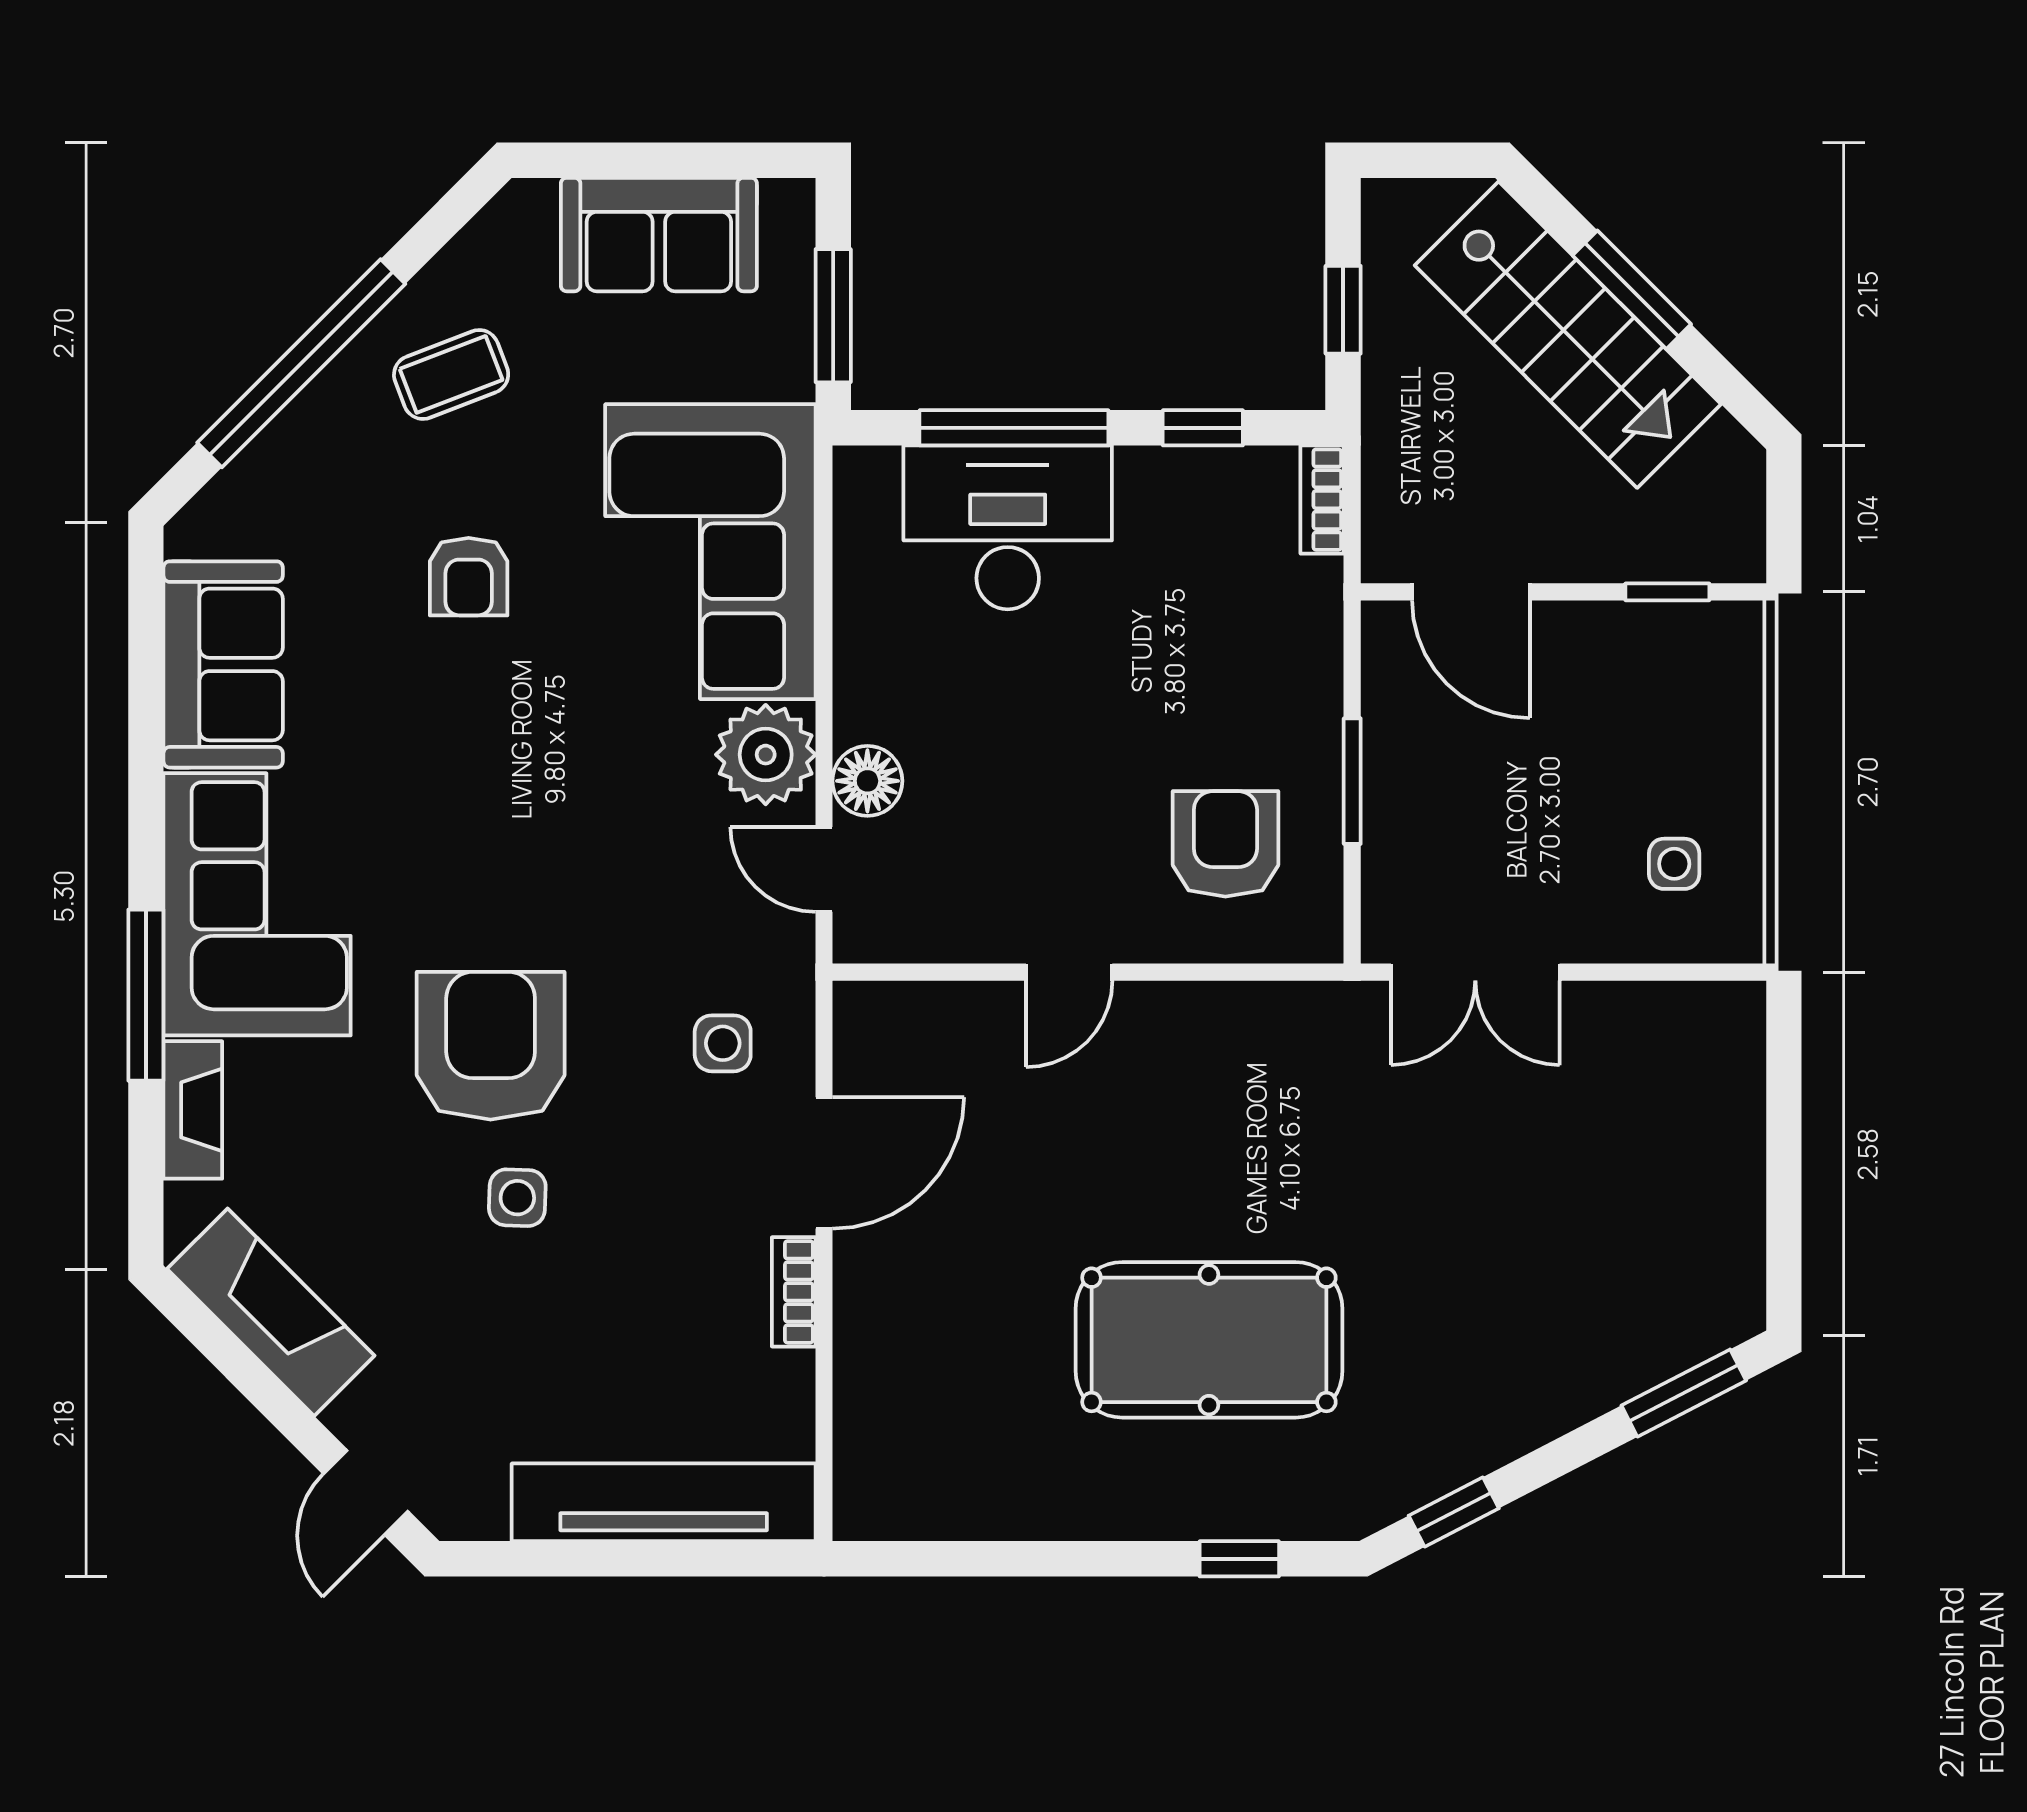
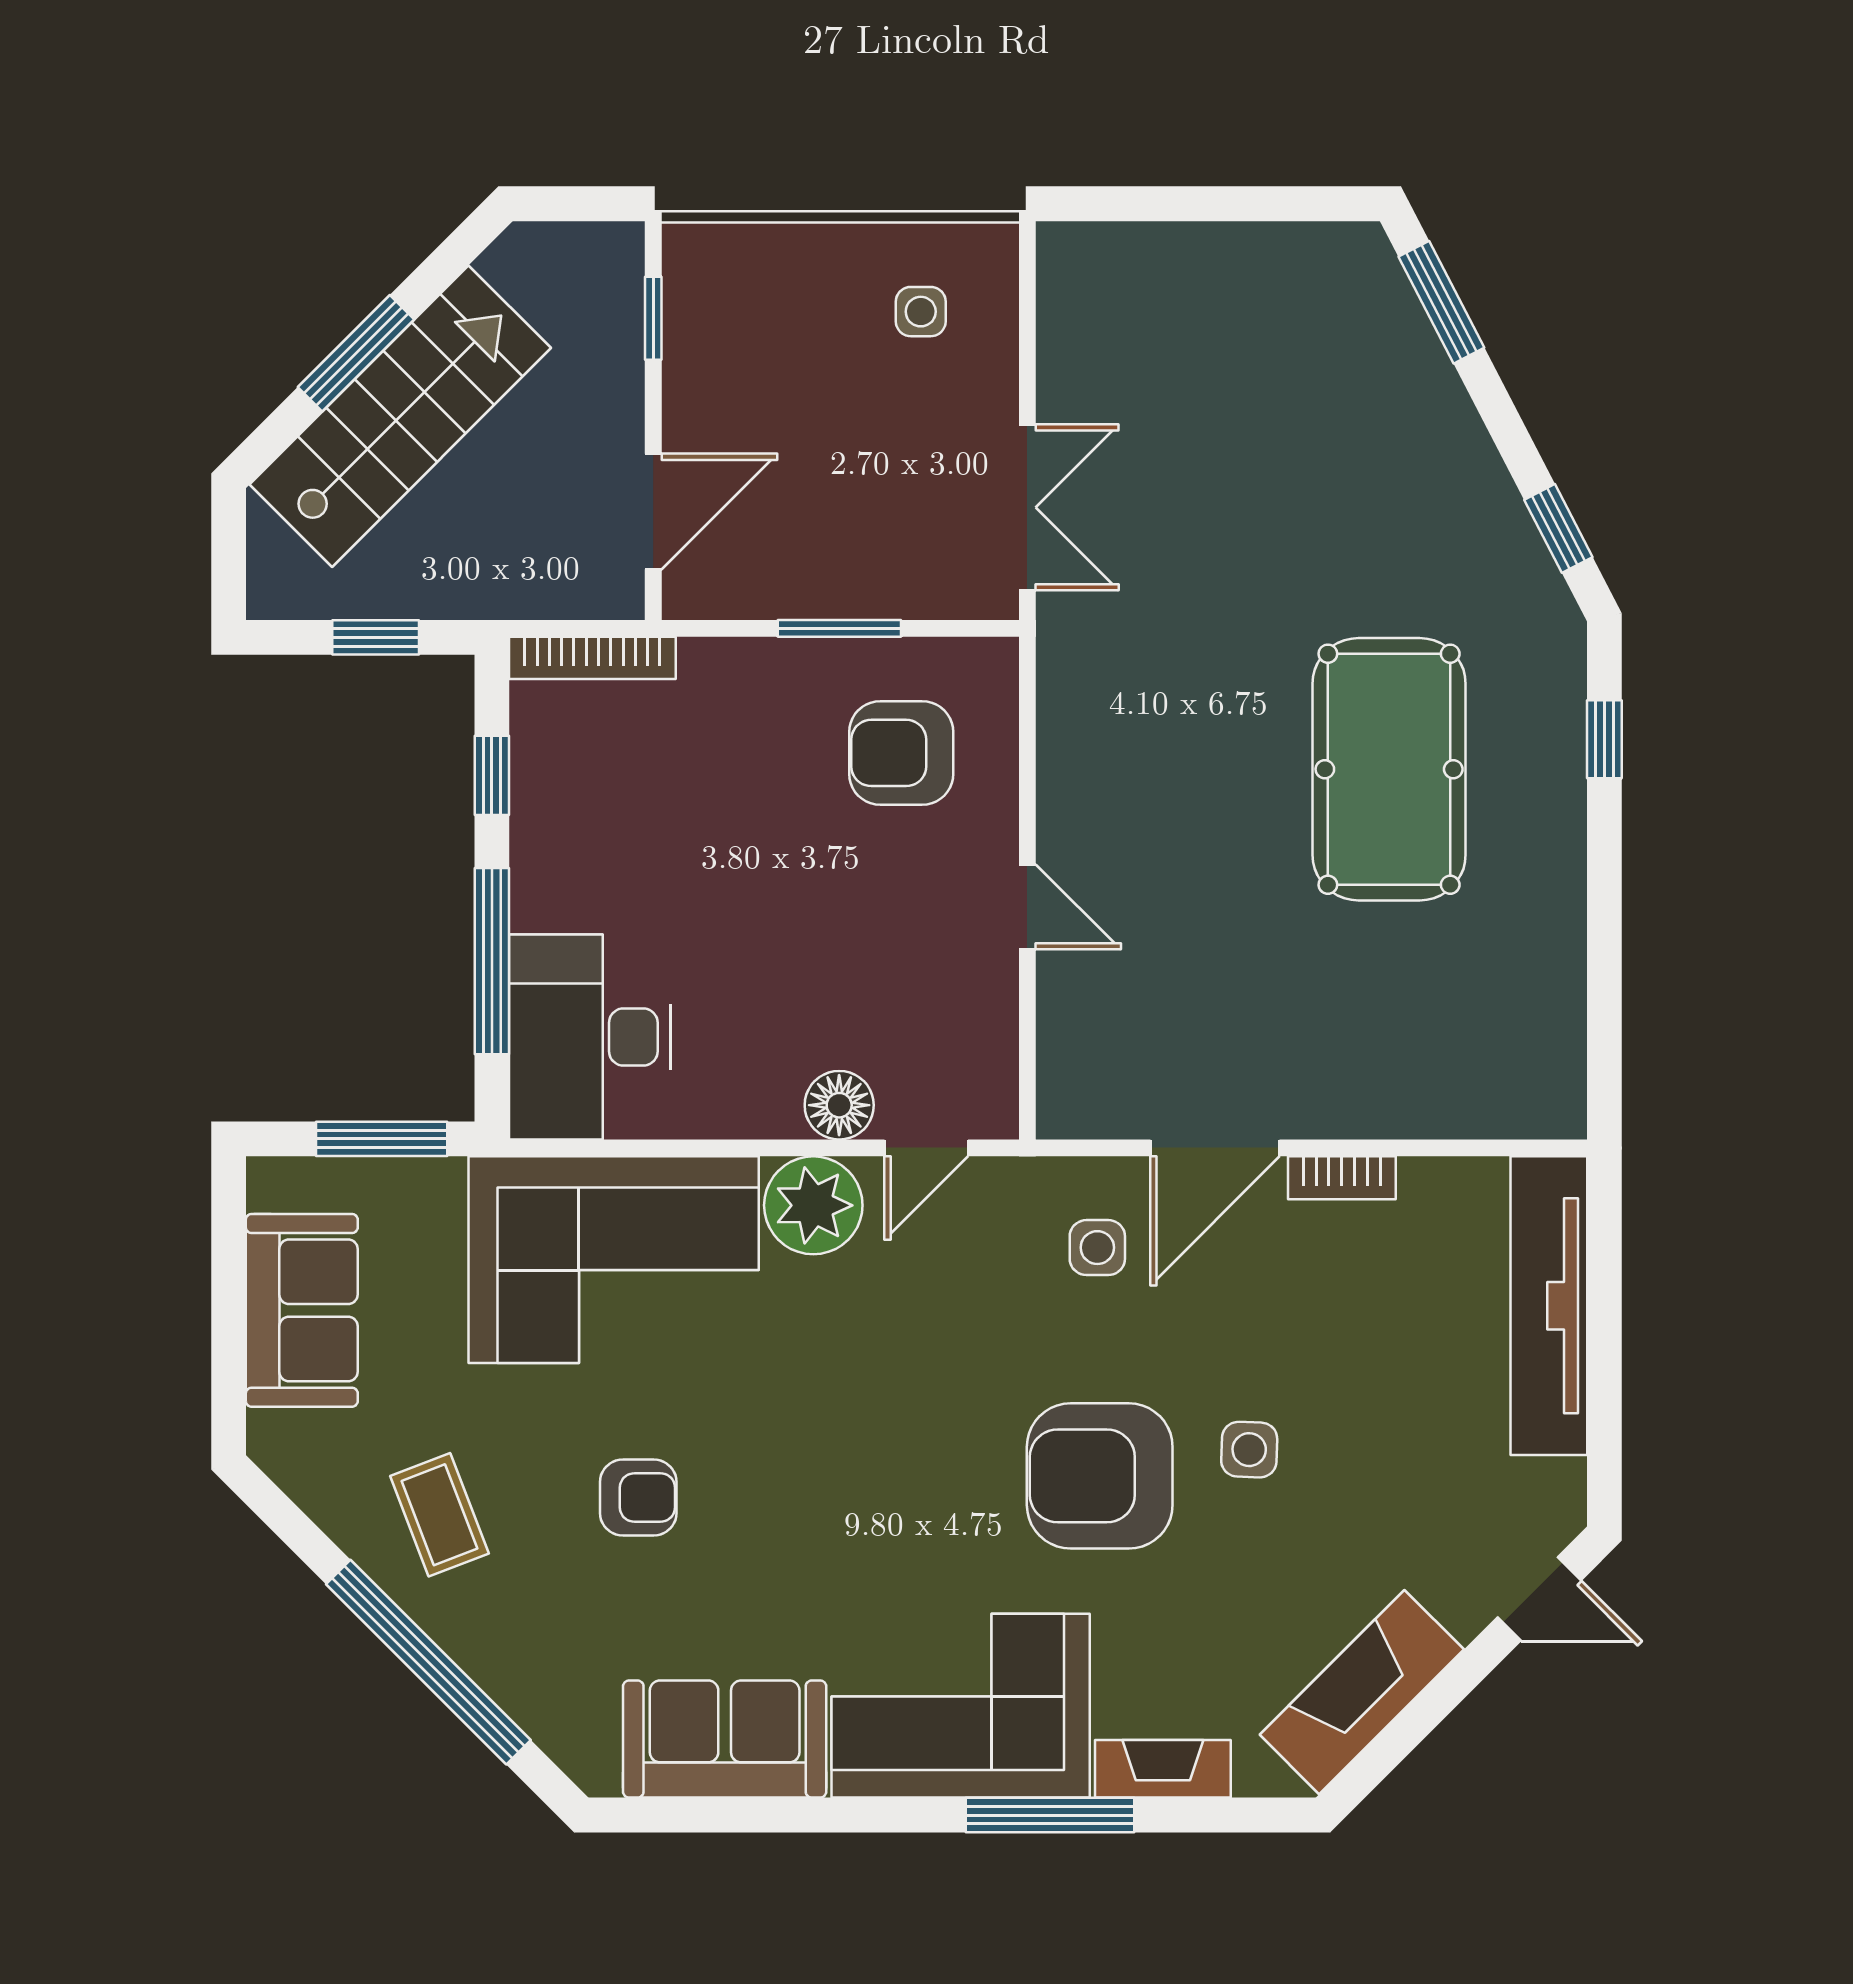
bookcase: (1322, 500) -> (592, 658), width x1.56
desk: (1008, 527) -> (590, 1037), moved
door: (824, 1163) -> (1215, 1148), swing flipped

